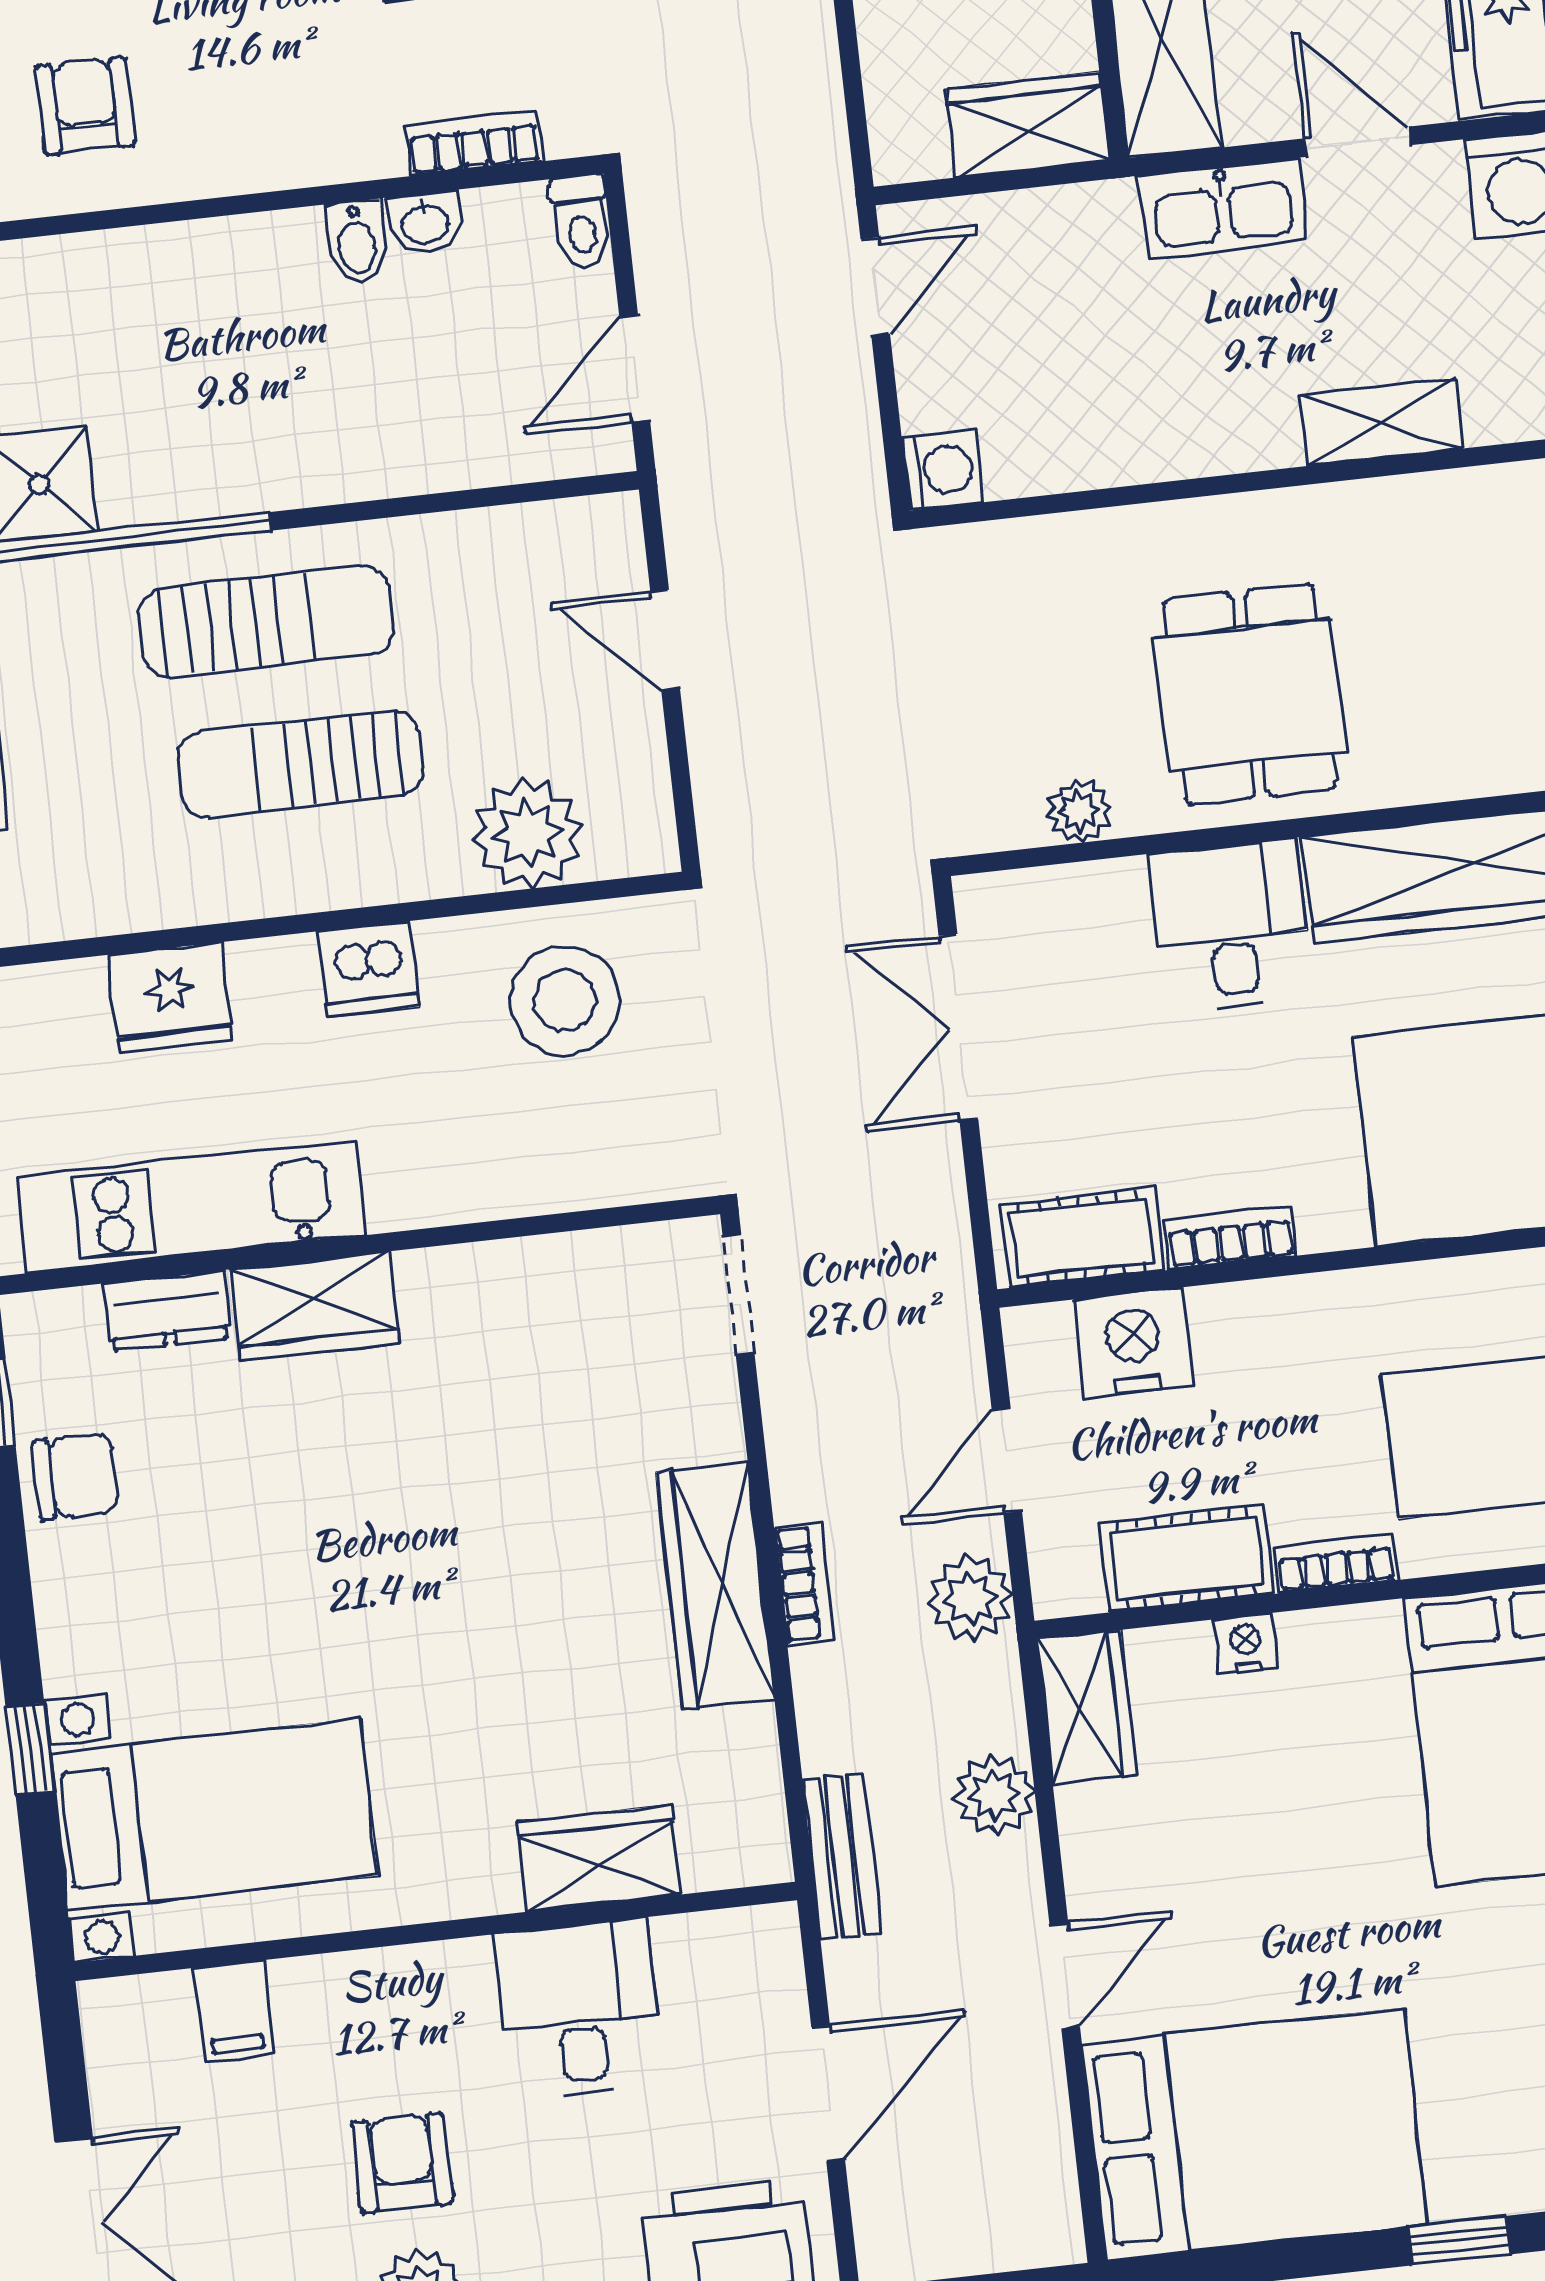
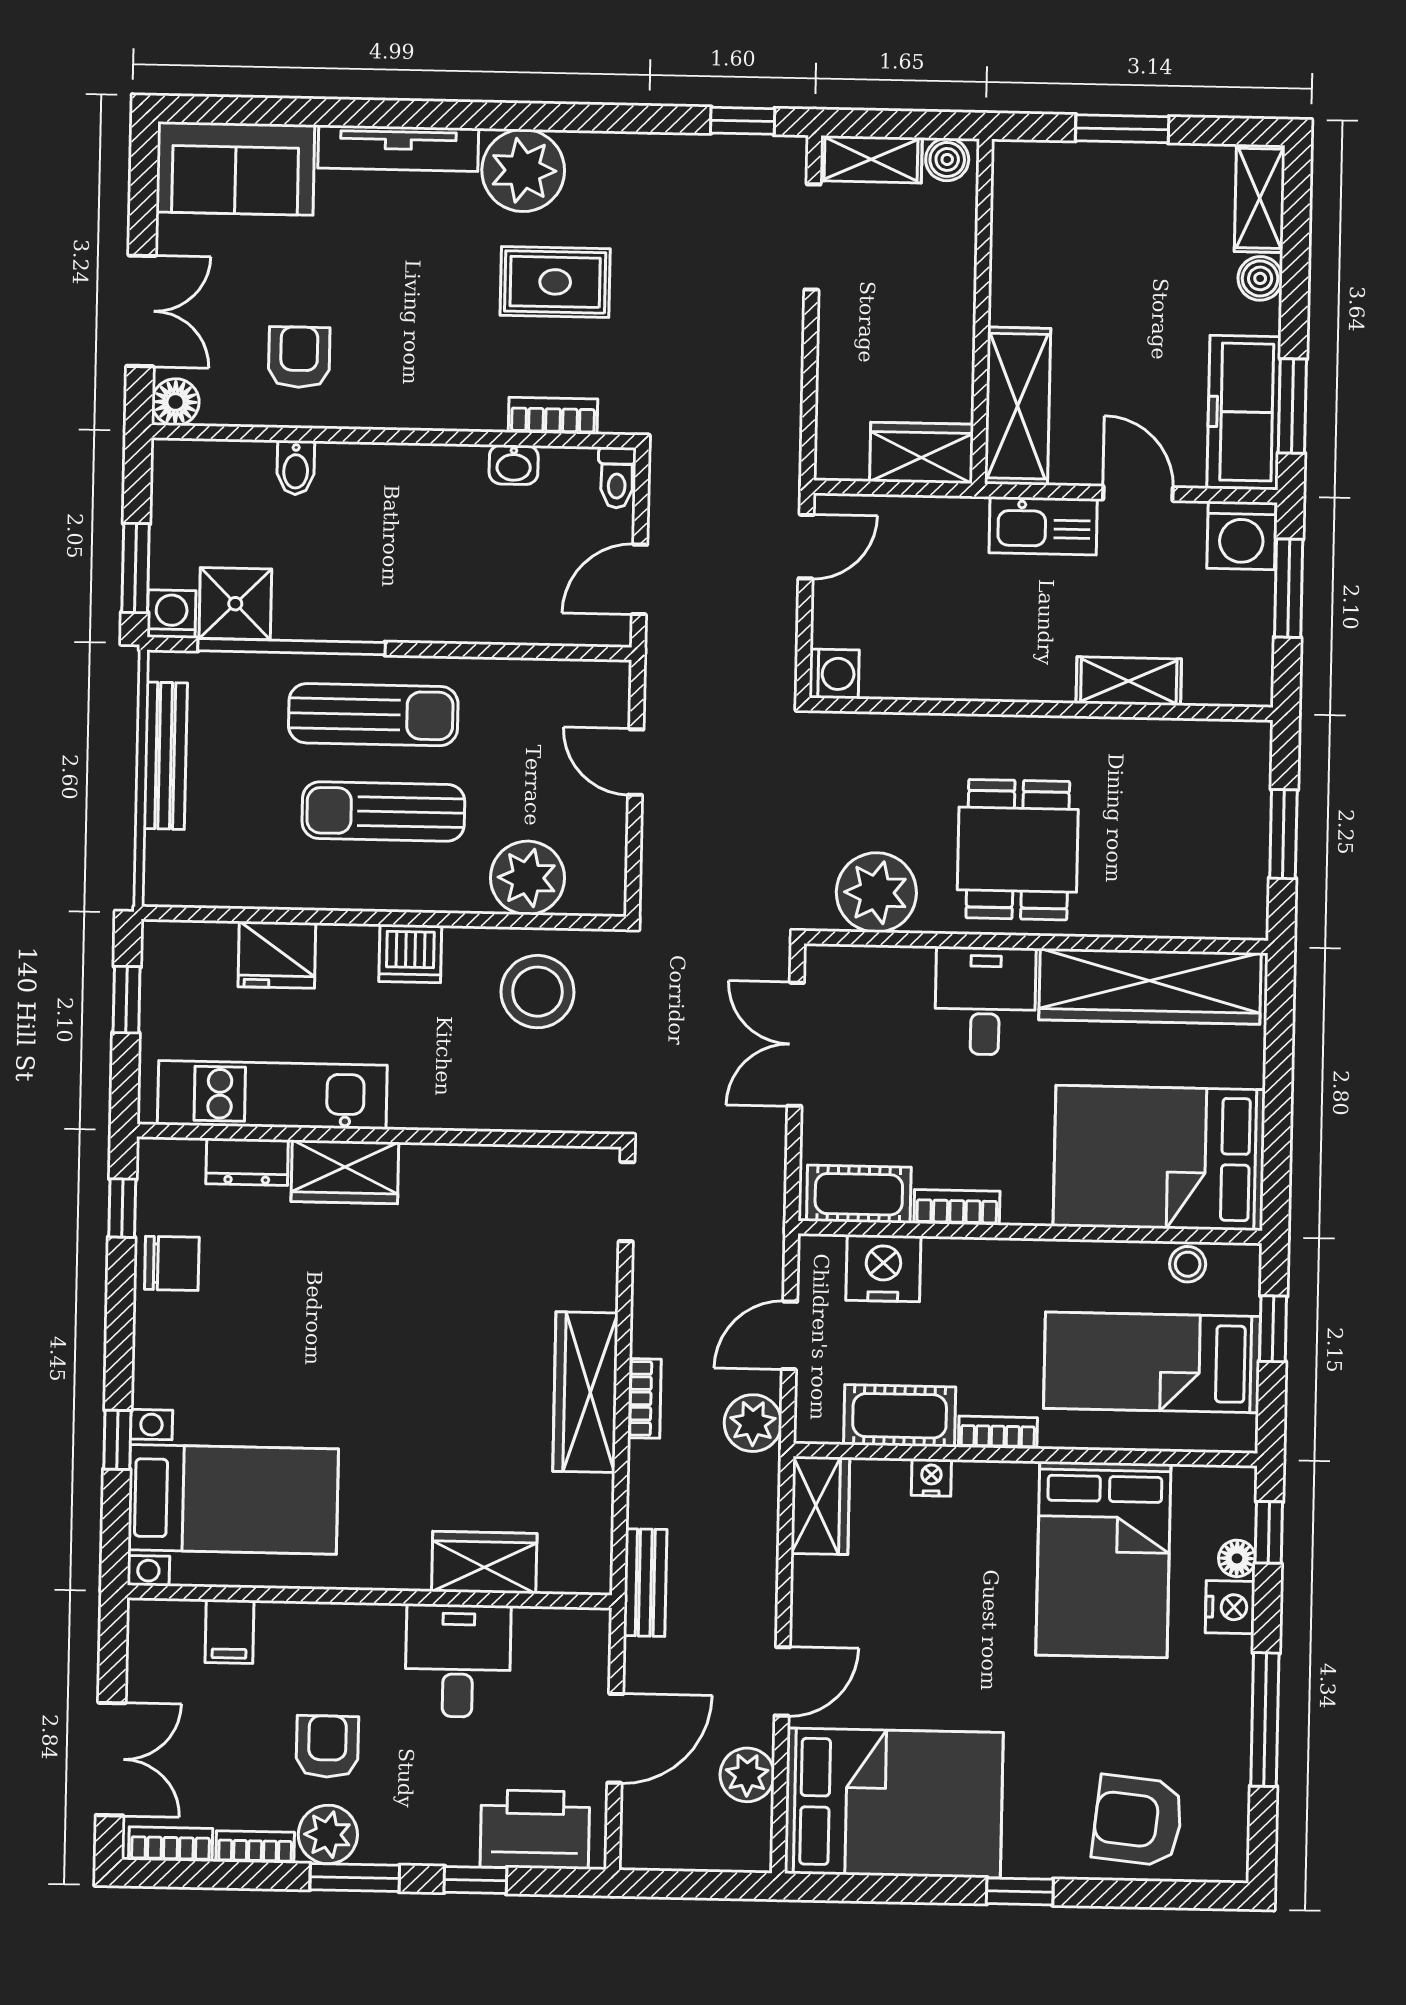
bidet: (357, 242) -> (296, 468), moved
plant: (1079, 811) -> (876, 892), width x1.87, depth x1.87
plant: (994, 1795) -> (747, 1775), moved

